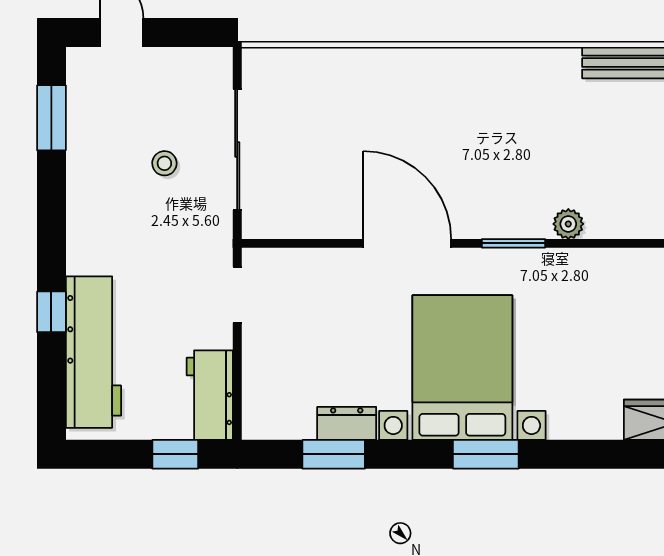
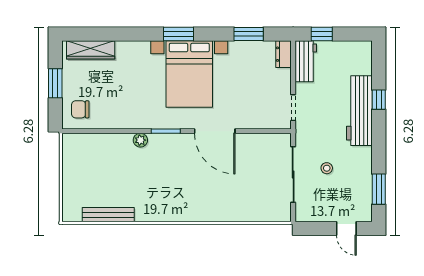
workbench: (93, 352) -> (359, 111), moved
dresser: (347, 423) -> (283, 54), moved, turned 90

